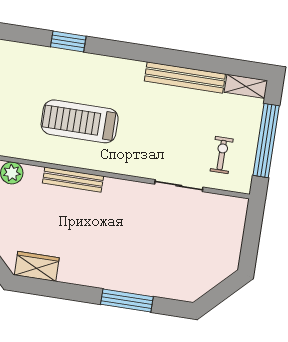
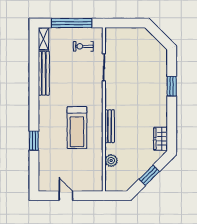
window: (127, 301) -> (172, 86), width x0.69

